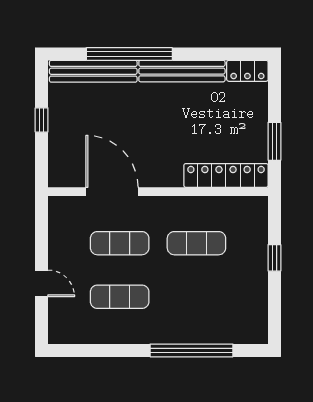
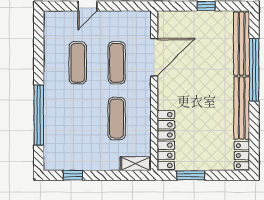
shelving: (259, 217) -> (136, 164), added
window: (274, 258) -> (73, 175), moved

